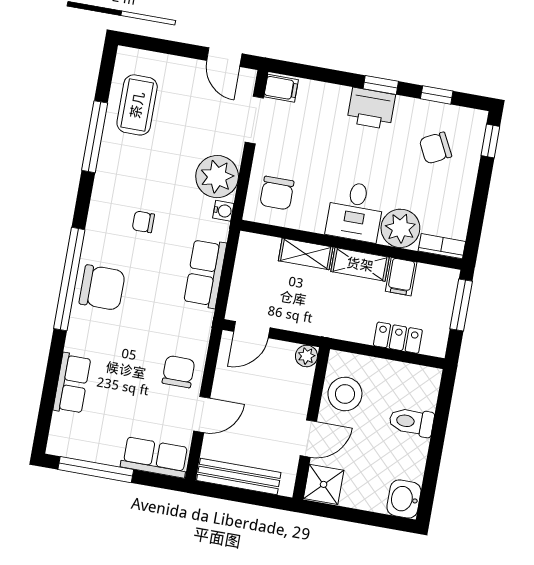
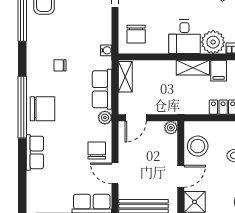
plant: (217, 177) -> (105, 118), moved, width x0.53, depth x0.53
shelving: (306, 254) -> (125, 77), moved, turned 90
row of seats: (72, 384) -> (35, 152), moved
door: (202, 415) -> (115, 173), swing flipped

